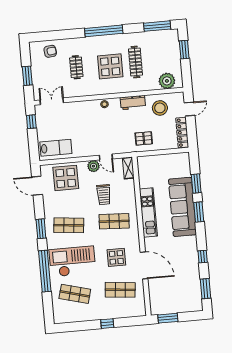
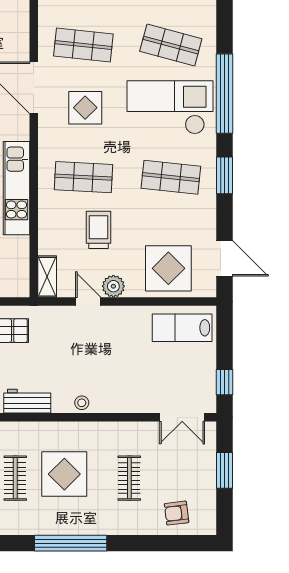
clothes rail: (135, 62) -> (15, 478), width x0.73
checkout: (72, 261) -> (170, 107), turned 180

